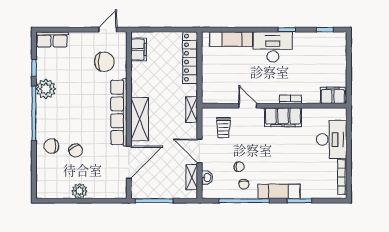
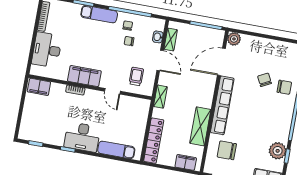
filing cabinet: (139, 49) -> (186, 162), moved, turned 90
plant: (46, 89) -> (278, 151), moved
shelving: (140, 119) -> (200, 126), moved
plant: (79, 191) -> (234, 39), moved

